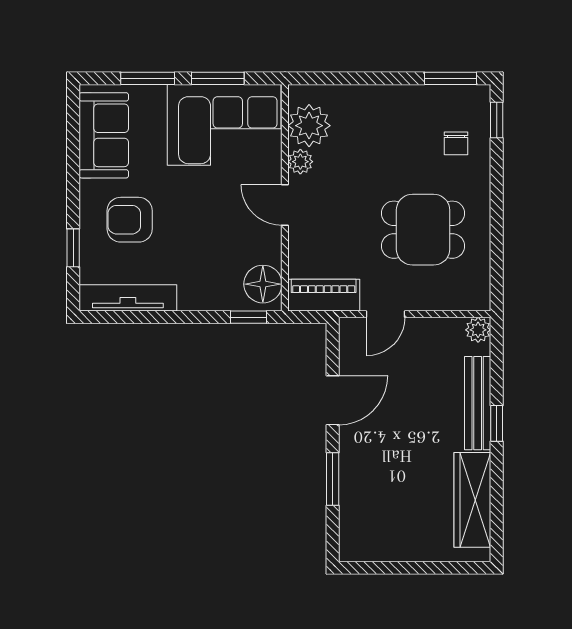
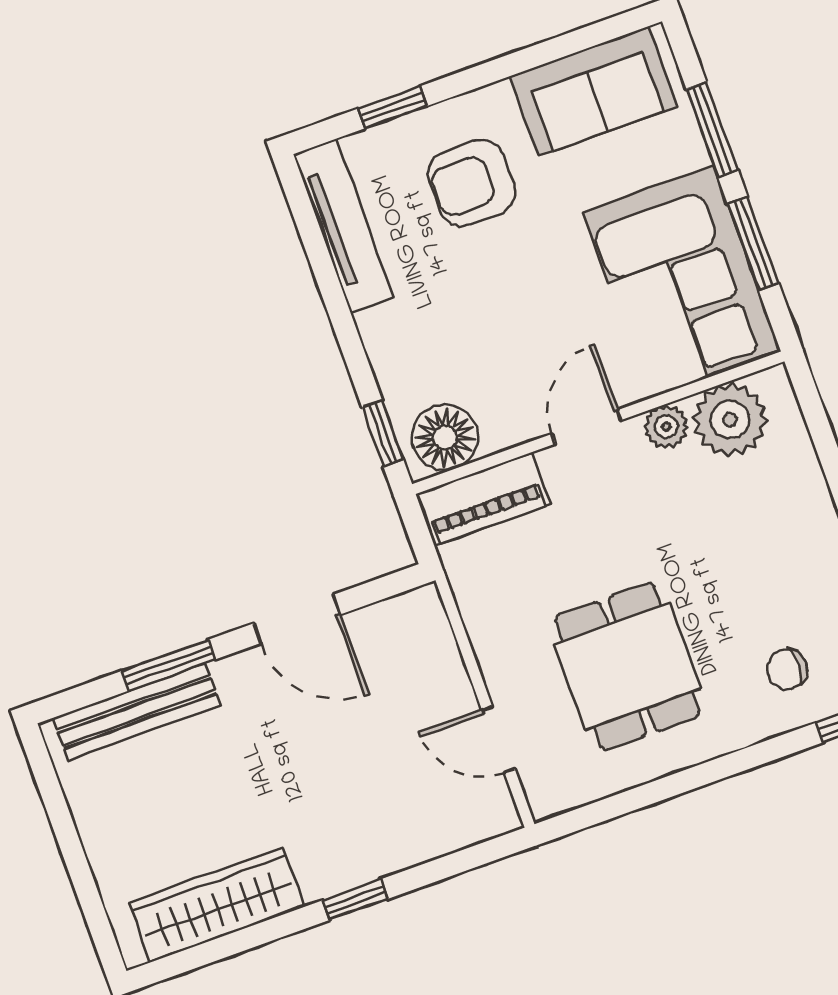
armchair: (130, 220) -> (472, 183), turned -90
piano: (324, 295) -> (483, 499), moved, turned 90
door: (386, 314) -> (498, 740), moved
plant: (478, 330) -> (497, 814), removed
bench: (478, 403) -> (137, 712), moved

